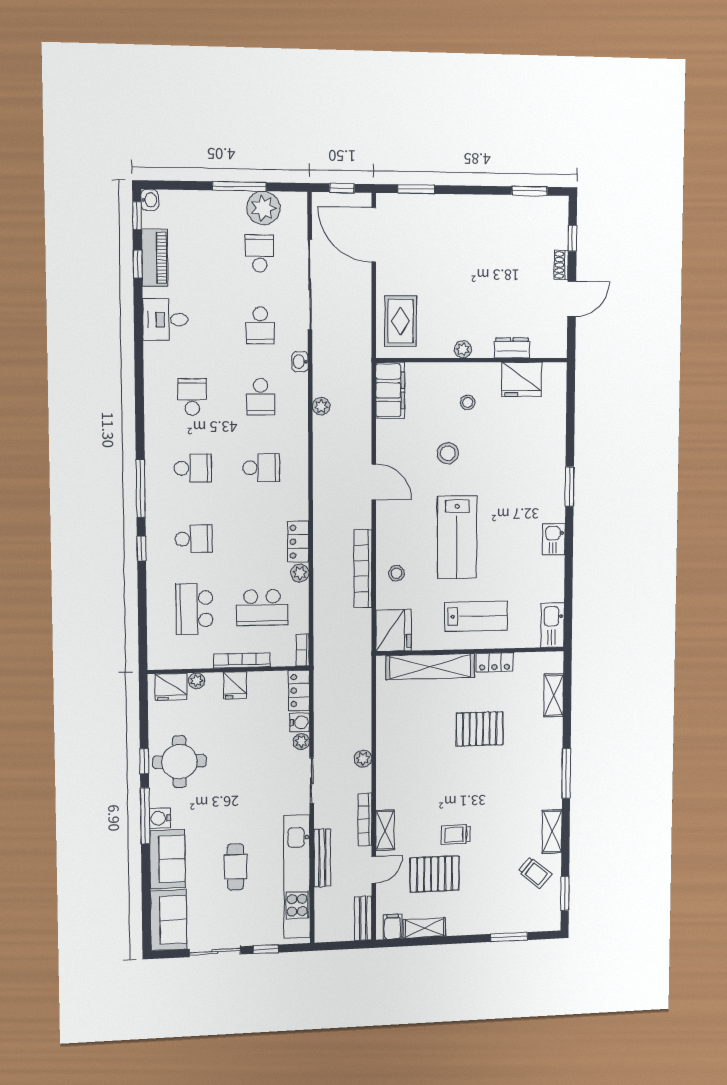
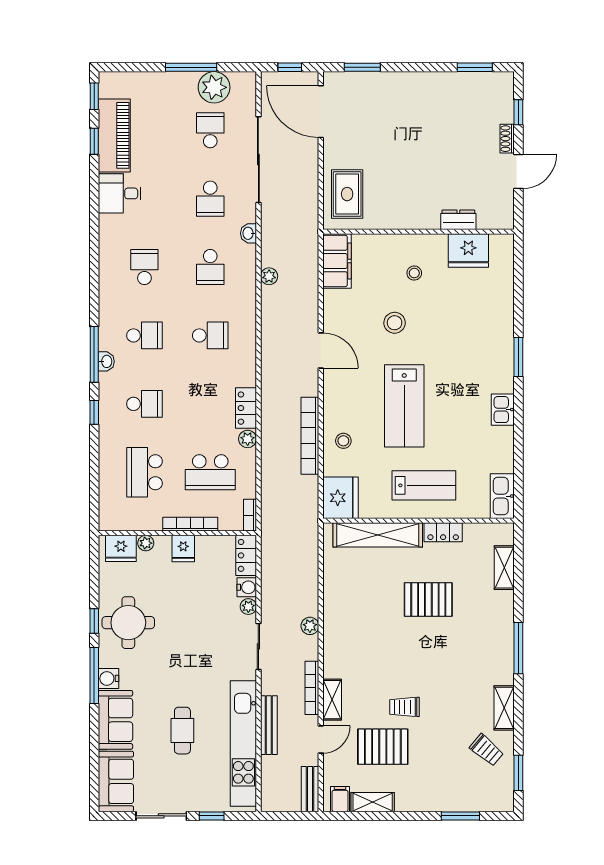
washbasin: (150, 200) -> (106, 361), moved
piano: (155, 258) -> (114, 135), width x1.37, depth x1.33
plant: (463, 349) -> (409, 221), removed

